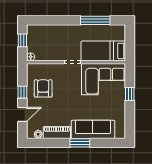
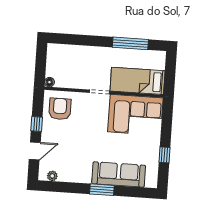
window: (22, 40) -> (41, 61), removed
armchair: (43, 88) -> (60, 109), moved
window: (130, 94) -> (164, 155), moved
piano: (57, 132) -> (75, 175), removed

